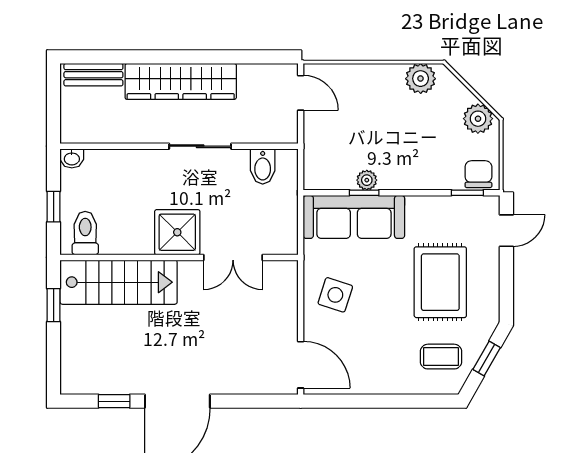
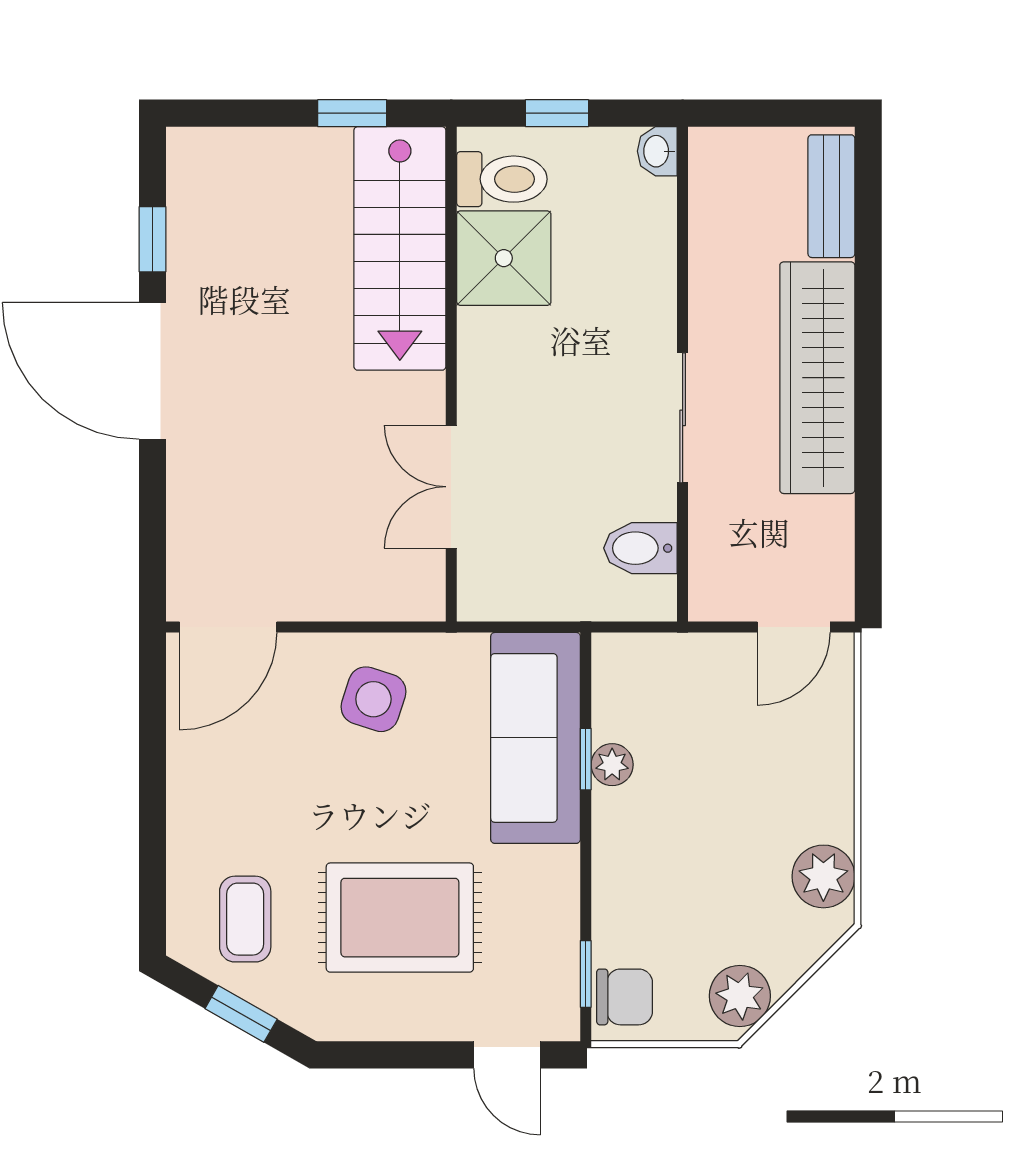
shower: (177, 232) -> (504, 258), moved

